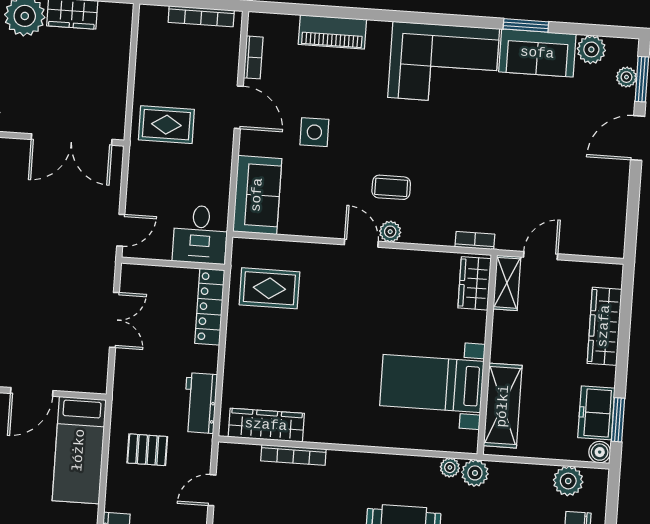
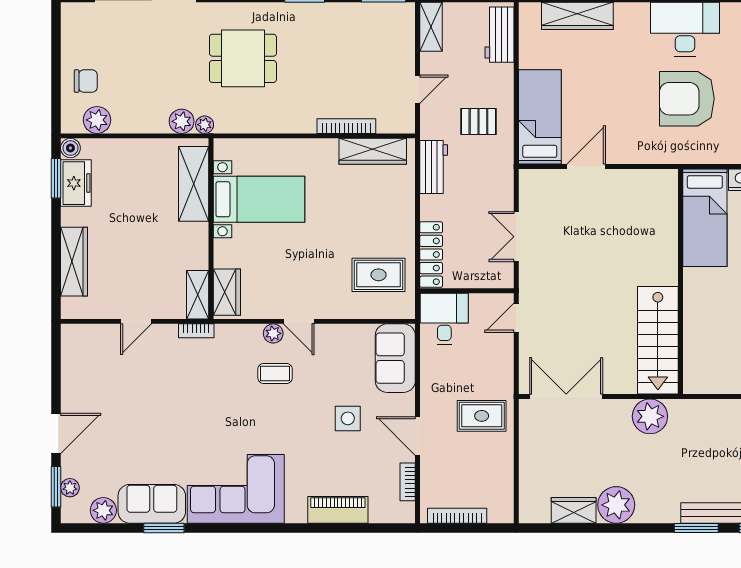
wardrobe: (475, 283) -> (227, 292), moved
shelving: (507, 283) -> (198, 295), moved
wall: (487, 355) -> (211, 229), moved
bed with nightstands: (432, 383) -> (259, 199), moved
shelving: (503, 406) -> (194, 184), moved

